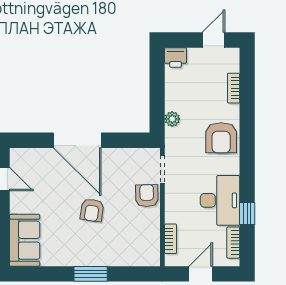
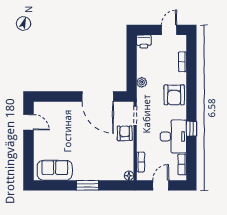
door: (77, 140) -> (98, 97), moved
armchair: (92, 210) -> (88, 143), removed
window: (247, 214) -> (191, 129), moved
sofa: (25, 240) -> (55, 170), moved, turned -90
floor lamp: (153, 259) -> (129, 176), added

